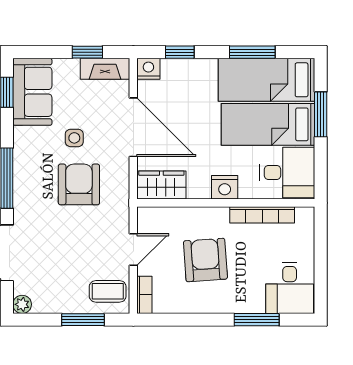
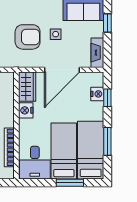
window: (87, 52) -> (107, 23), moved
nightstand: (148, 69) -> (97, 94), moved
nightstand: (225, 187) -> (26, 110), moved

